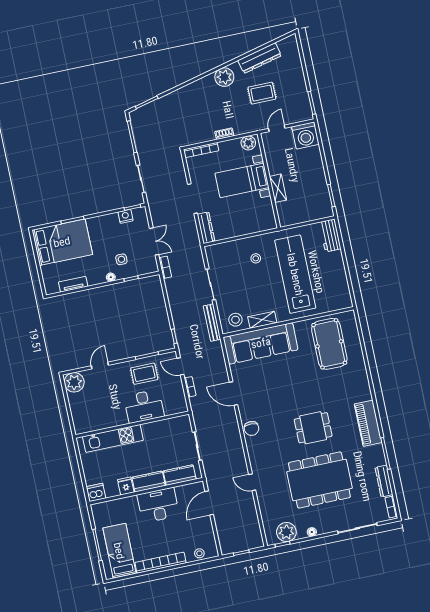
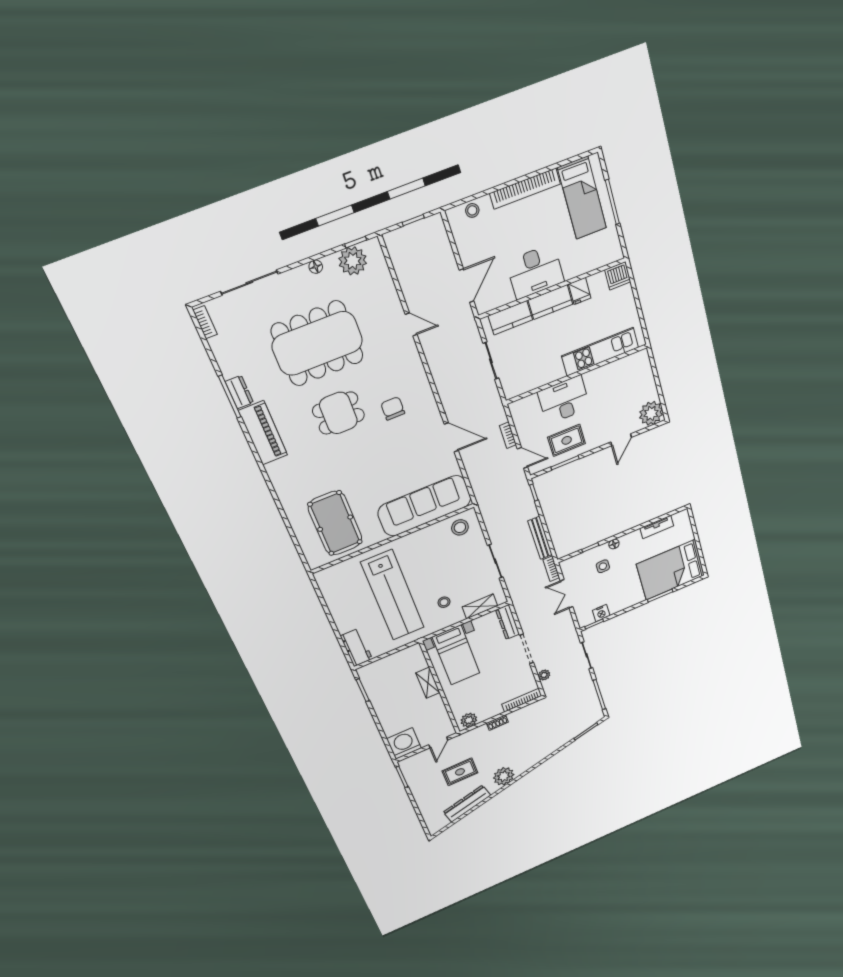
plant: (180, 170) -> (544, 675), added
bed with nightstands: (242, 180) -> (456, 655), moved, turned 90
shelving: (262, 320) -> (480, 606), moved
bench: (212, 323) -> (540, 538), moved
chair: (252, 428) -> (393, 408), moved
dresser: (384, 481) -> (239, 392), moved, width x0.70

